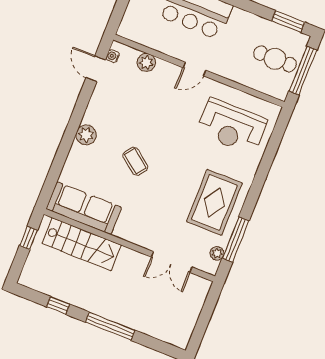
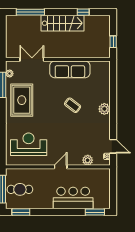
sofa: (84, 208) -> (70, 69), moved
stairs: (82, 244) -> (63, 23), moved, turned 180
window: (110, 326) -> (30, 12), moved

